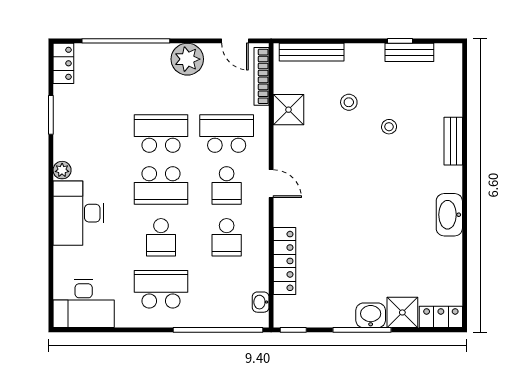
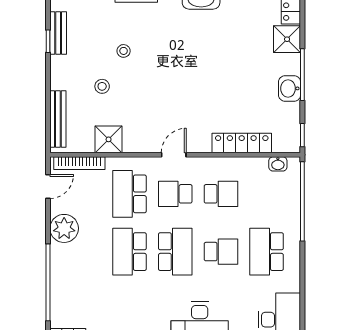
school desk: (227, 185) -> (175, 194), turned 180
washbasin: (371, 315) -> (290, 88), moved

